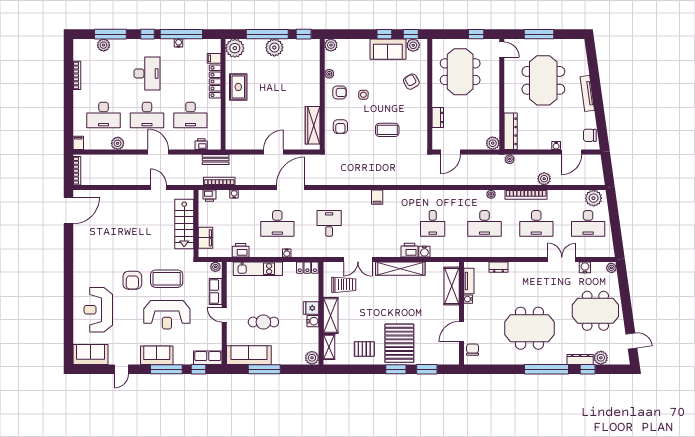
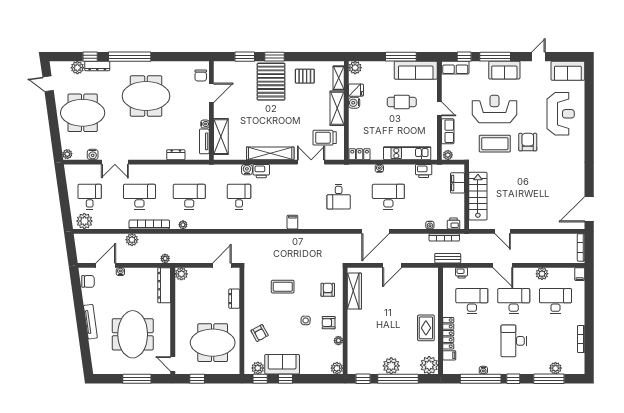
meeting table: (460, 72) -> (213, 343), turned 90
desk: (588, 223) -> (90, 197), width x0.73
fridge: (311, 308) -> (356, 90), moved

